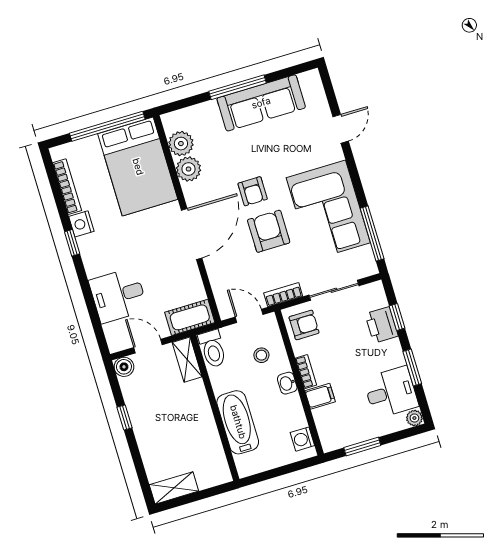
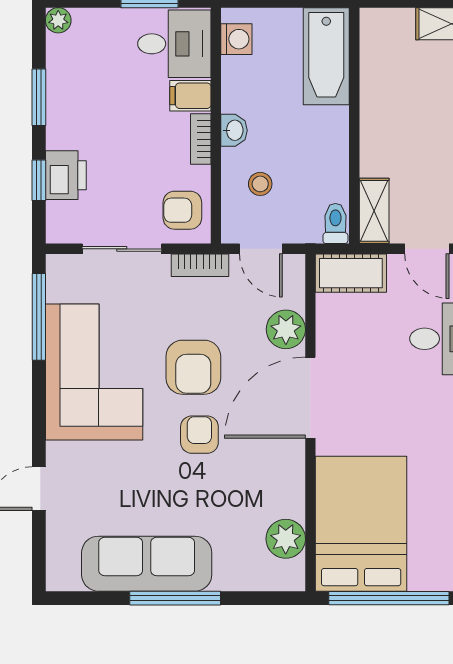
plant: (188, 169) -> (286, 329), moved
toilet: (213, 349) -> (335, 224), width x0.73, depth x0.72
desk: (391, 392) -> (174, 44), moved, turned 180
bathtub: (238, 422) -> (326, 56), moved

